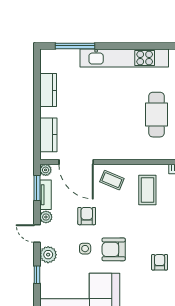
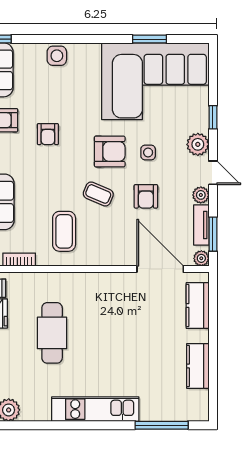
kitchen unit: (124, 58) -> (95, 409), width x0.73
coffee table: (112, 180) -> (98, 194), moved

